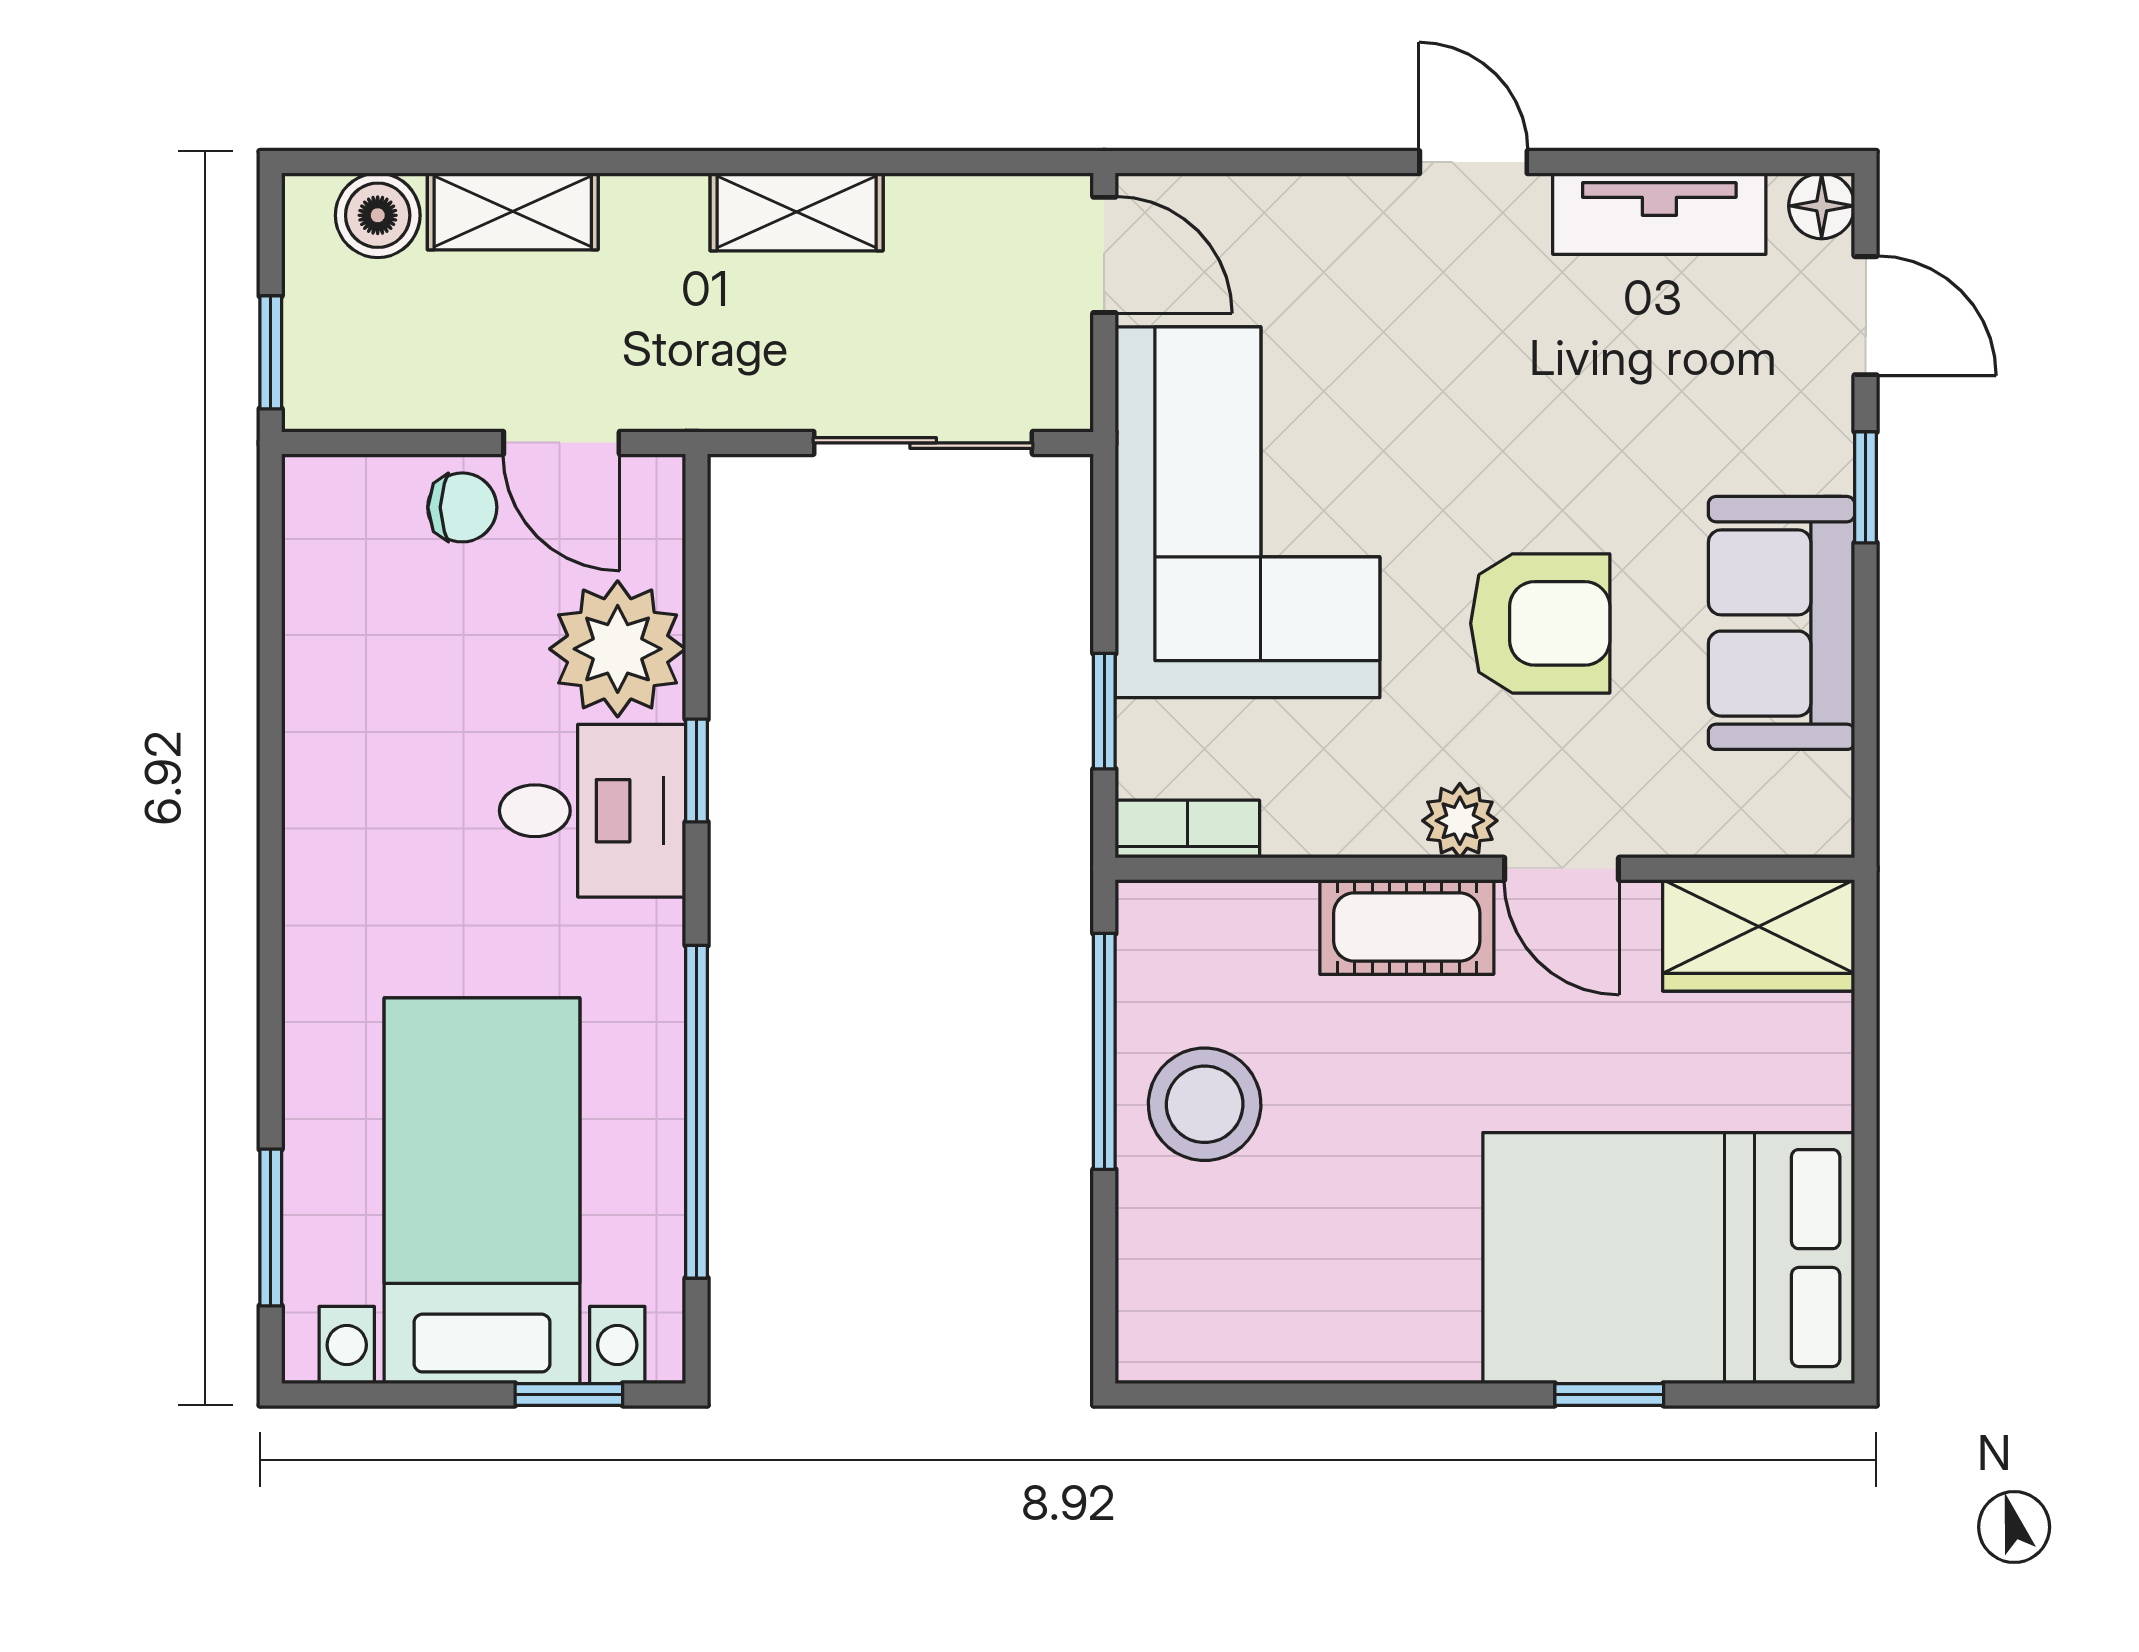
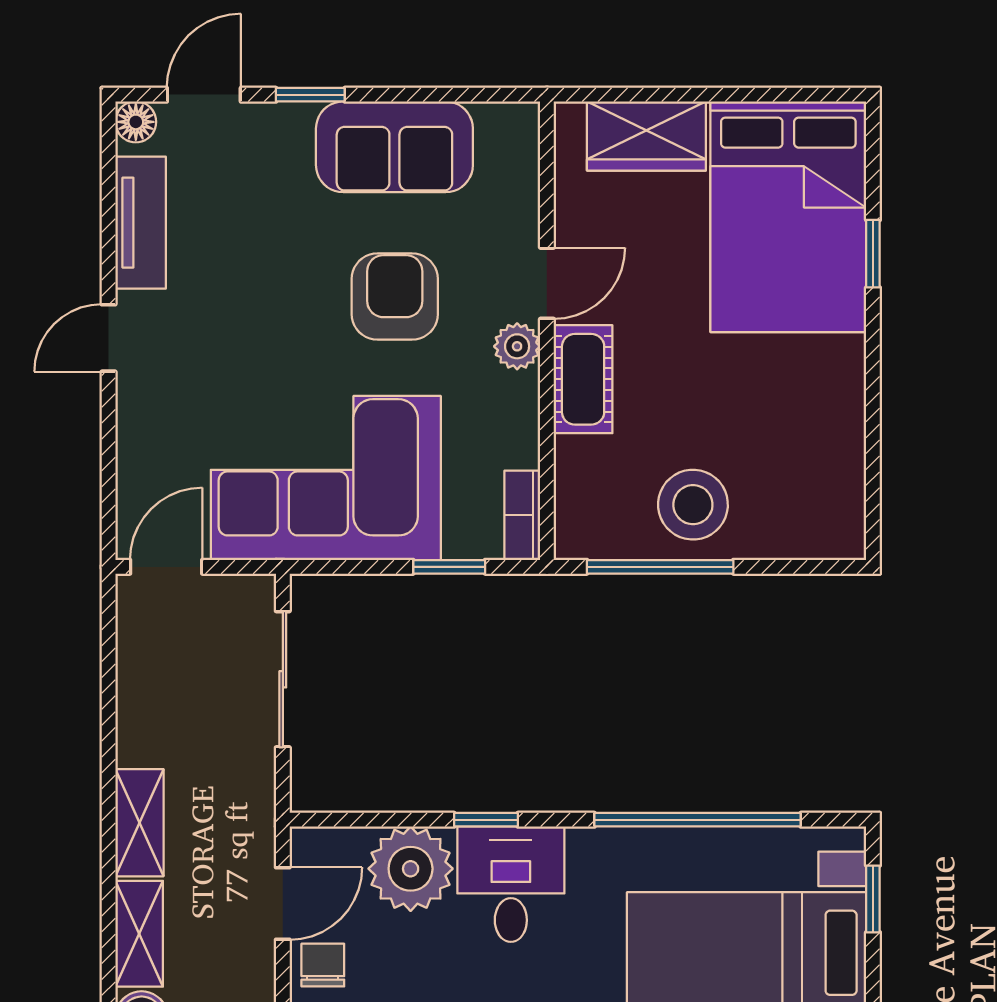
shelving: (797, 212) -> (139, 823), moved
wardrobe: (1759, 935) -> (646, 136), moved, turned 90

